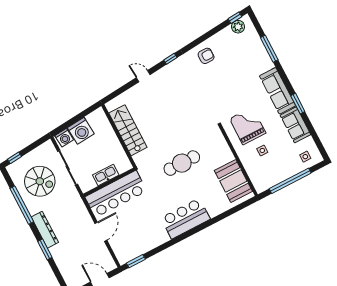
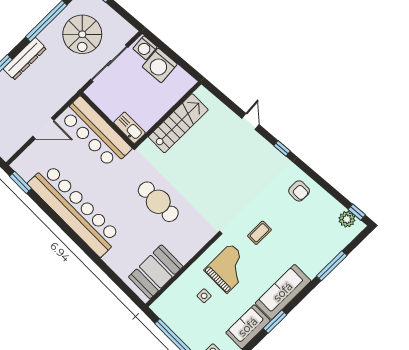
coffee table: (228, 95) -> (259, 233), added
kitchen sink: (106, 175) -> (129, 128), moved
bar counter: (185, 218) -> (75, 210), width x1.86

